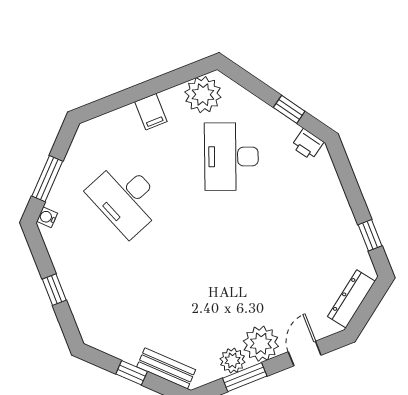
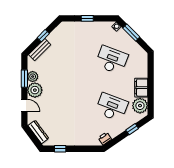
window: (289, 109) -> (132, 129), moved
filing cabinet: (151, 112) -> (141, 88), width x2.00
desk: (126, 198) -> (112, 60), turned 42

